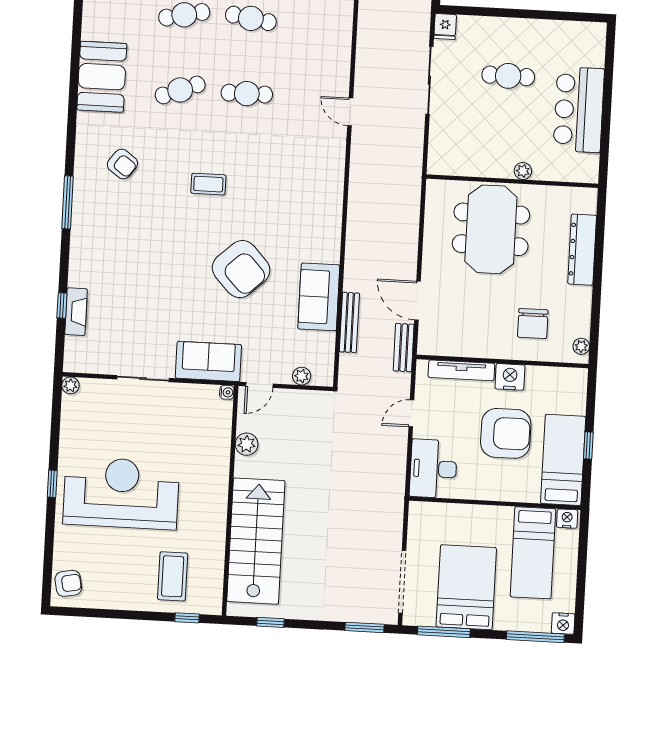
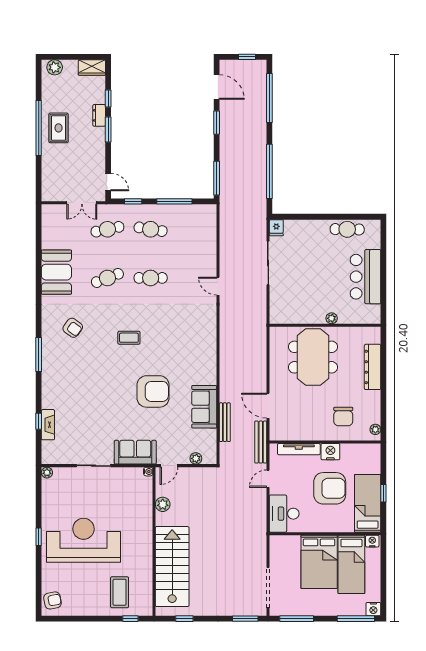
cafe table: (508, 76) -> (347, 229), moved
armchair: (241, 269) -> (153, 391), turned -47
bench: (404, 348) -> (261, 442), width x1.36
bed: (466, 587) -> (319, 562), moved, turned 180

